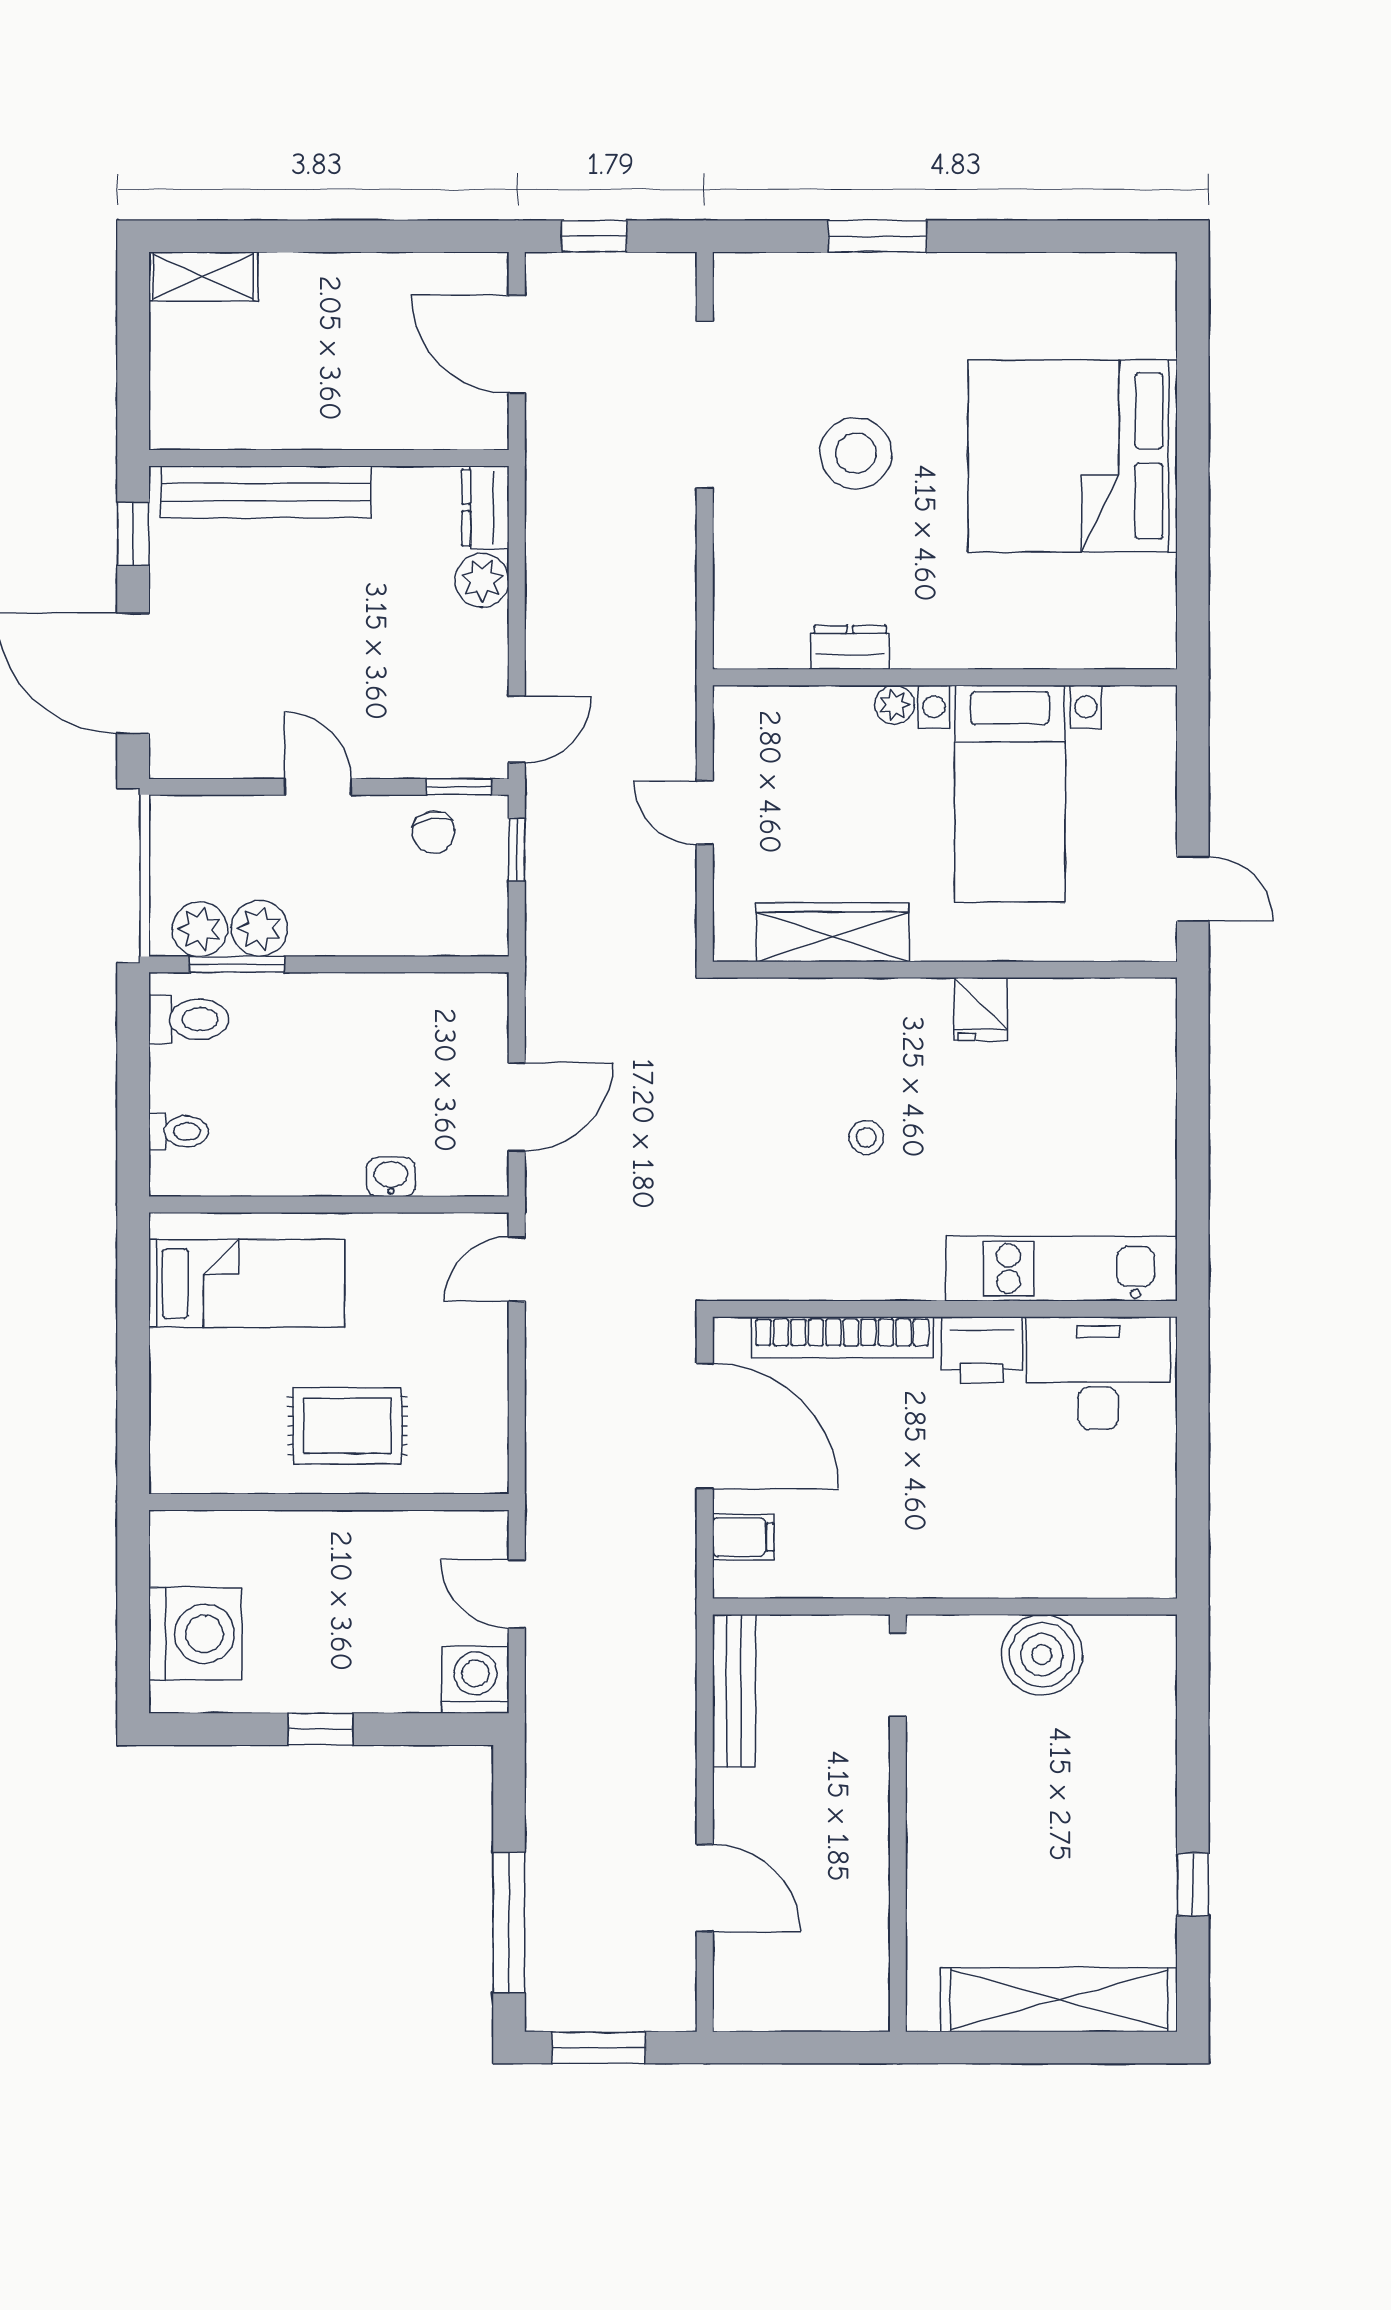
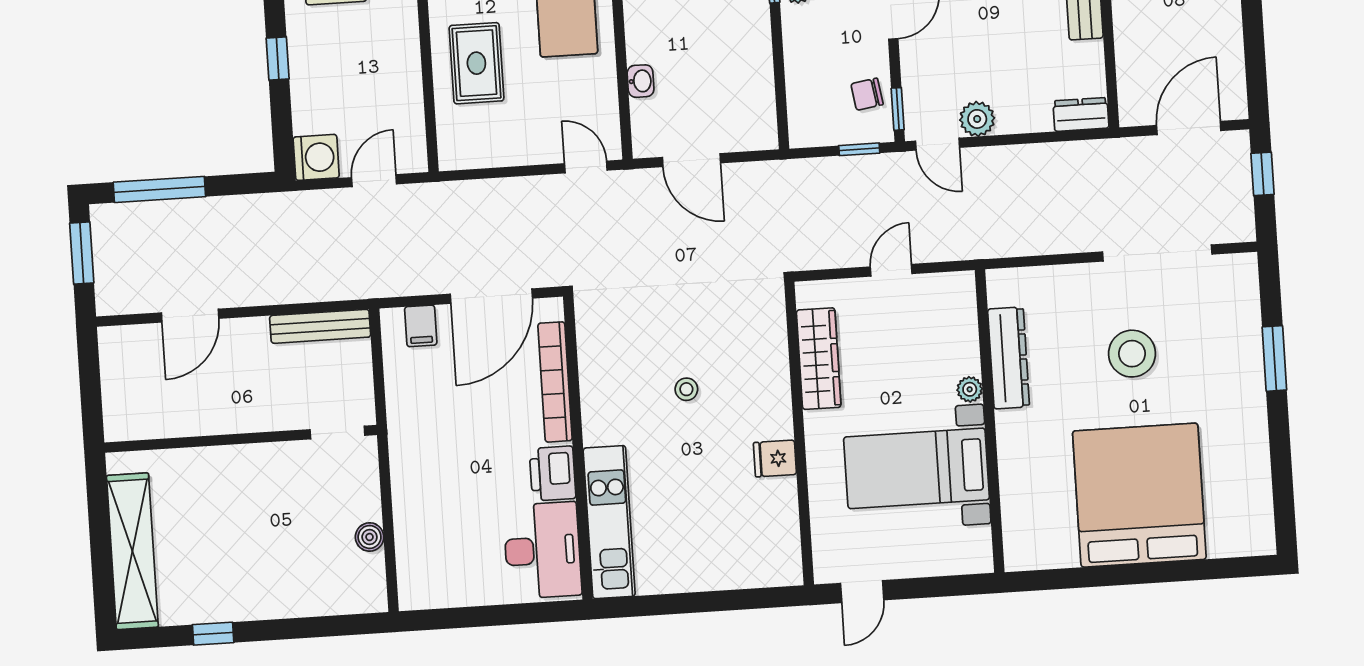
plant: (482, 580) -> (977, 119), moved
dresser: (850, 647) -> (1009, 358), width x1.96, depth x1.24
boiler: (1042, 1655) -> (370, 537), width x0.54, depth x0.54

